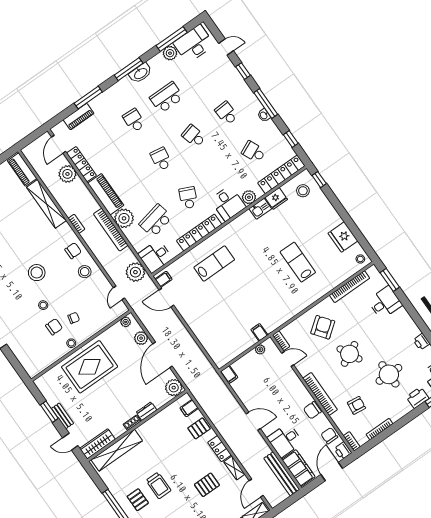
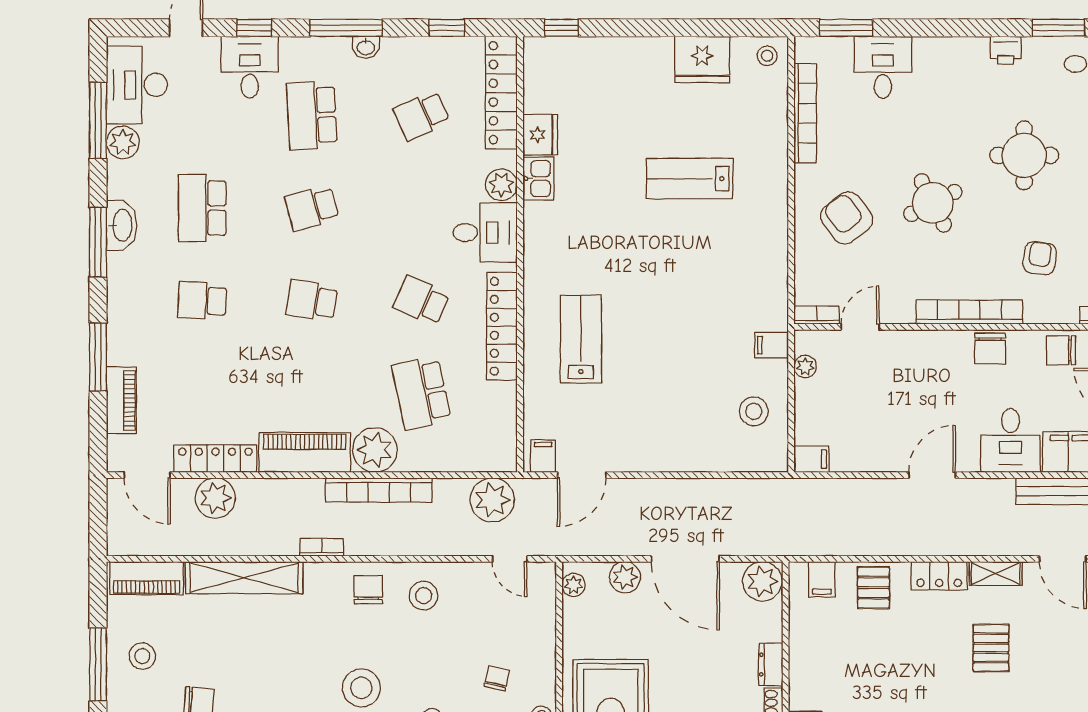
school desk: (226, 113) -> (312, 115), width x1.85
stool: (303, 191) -> (754, 411), moved
desk: (155, 256) -> (250, 67), moved, turned 180

